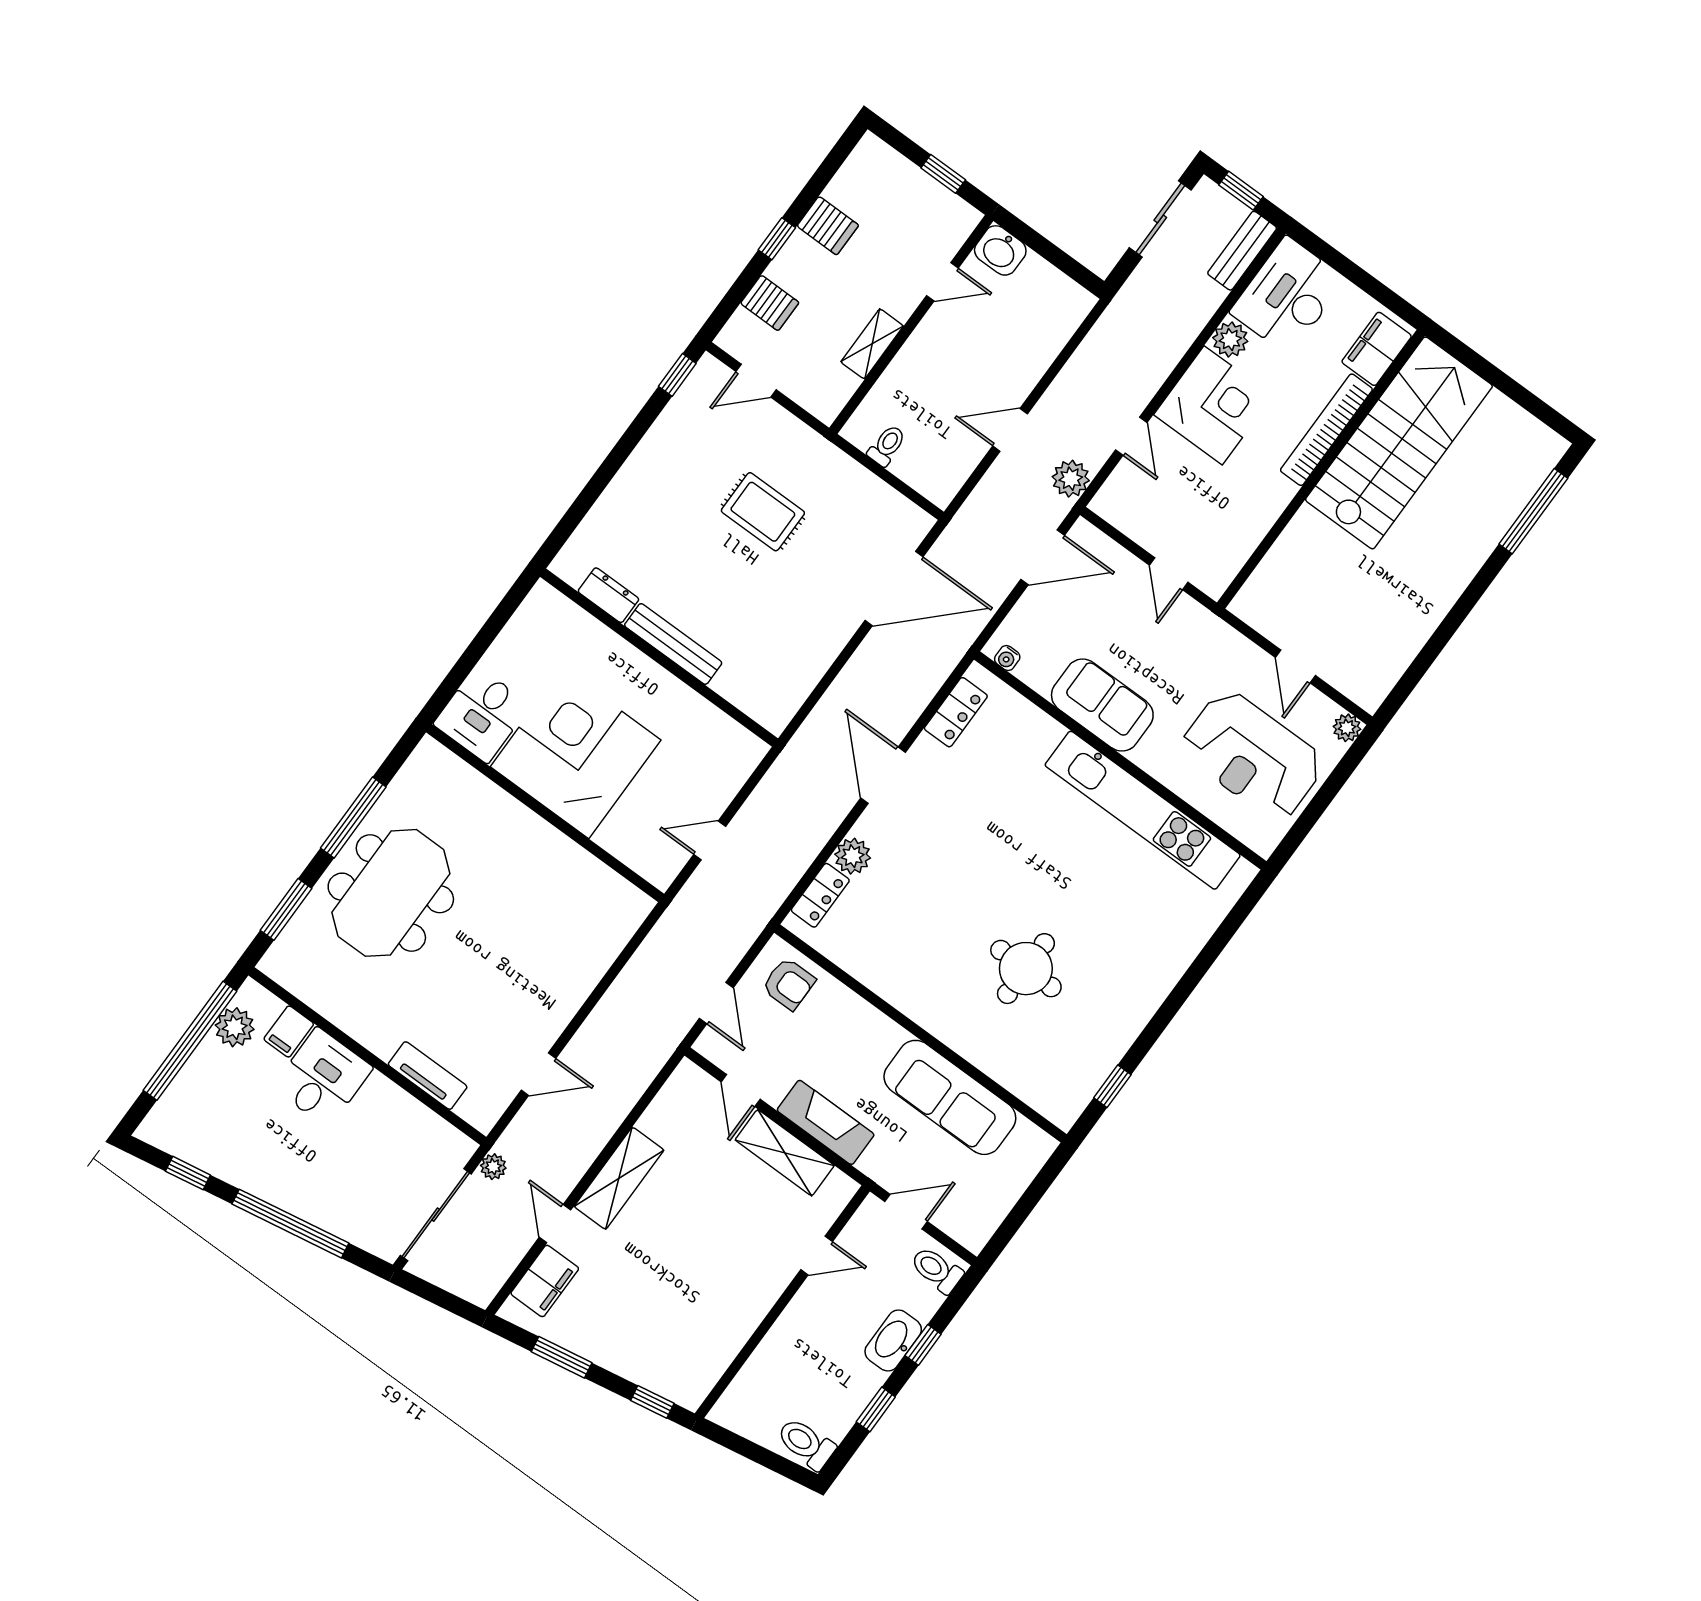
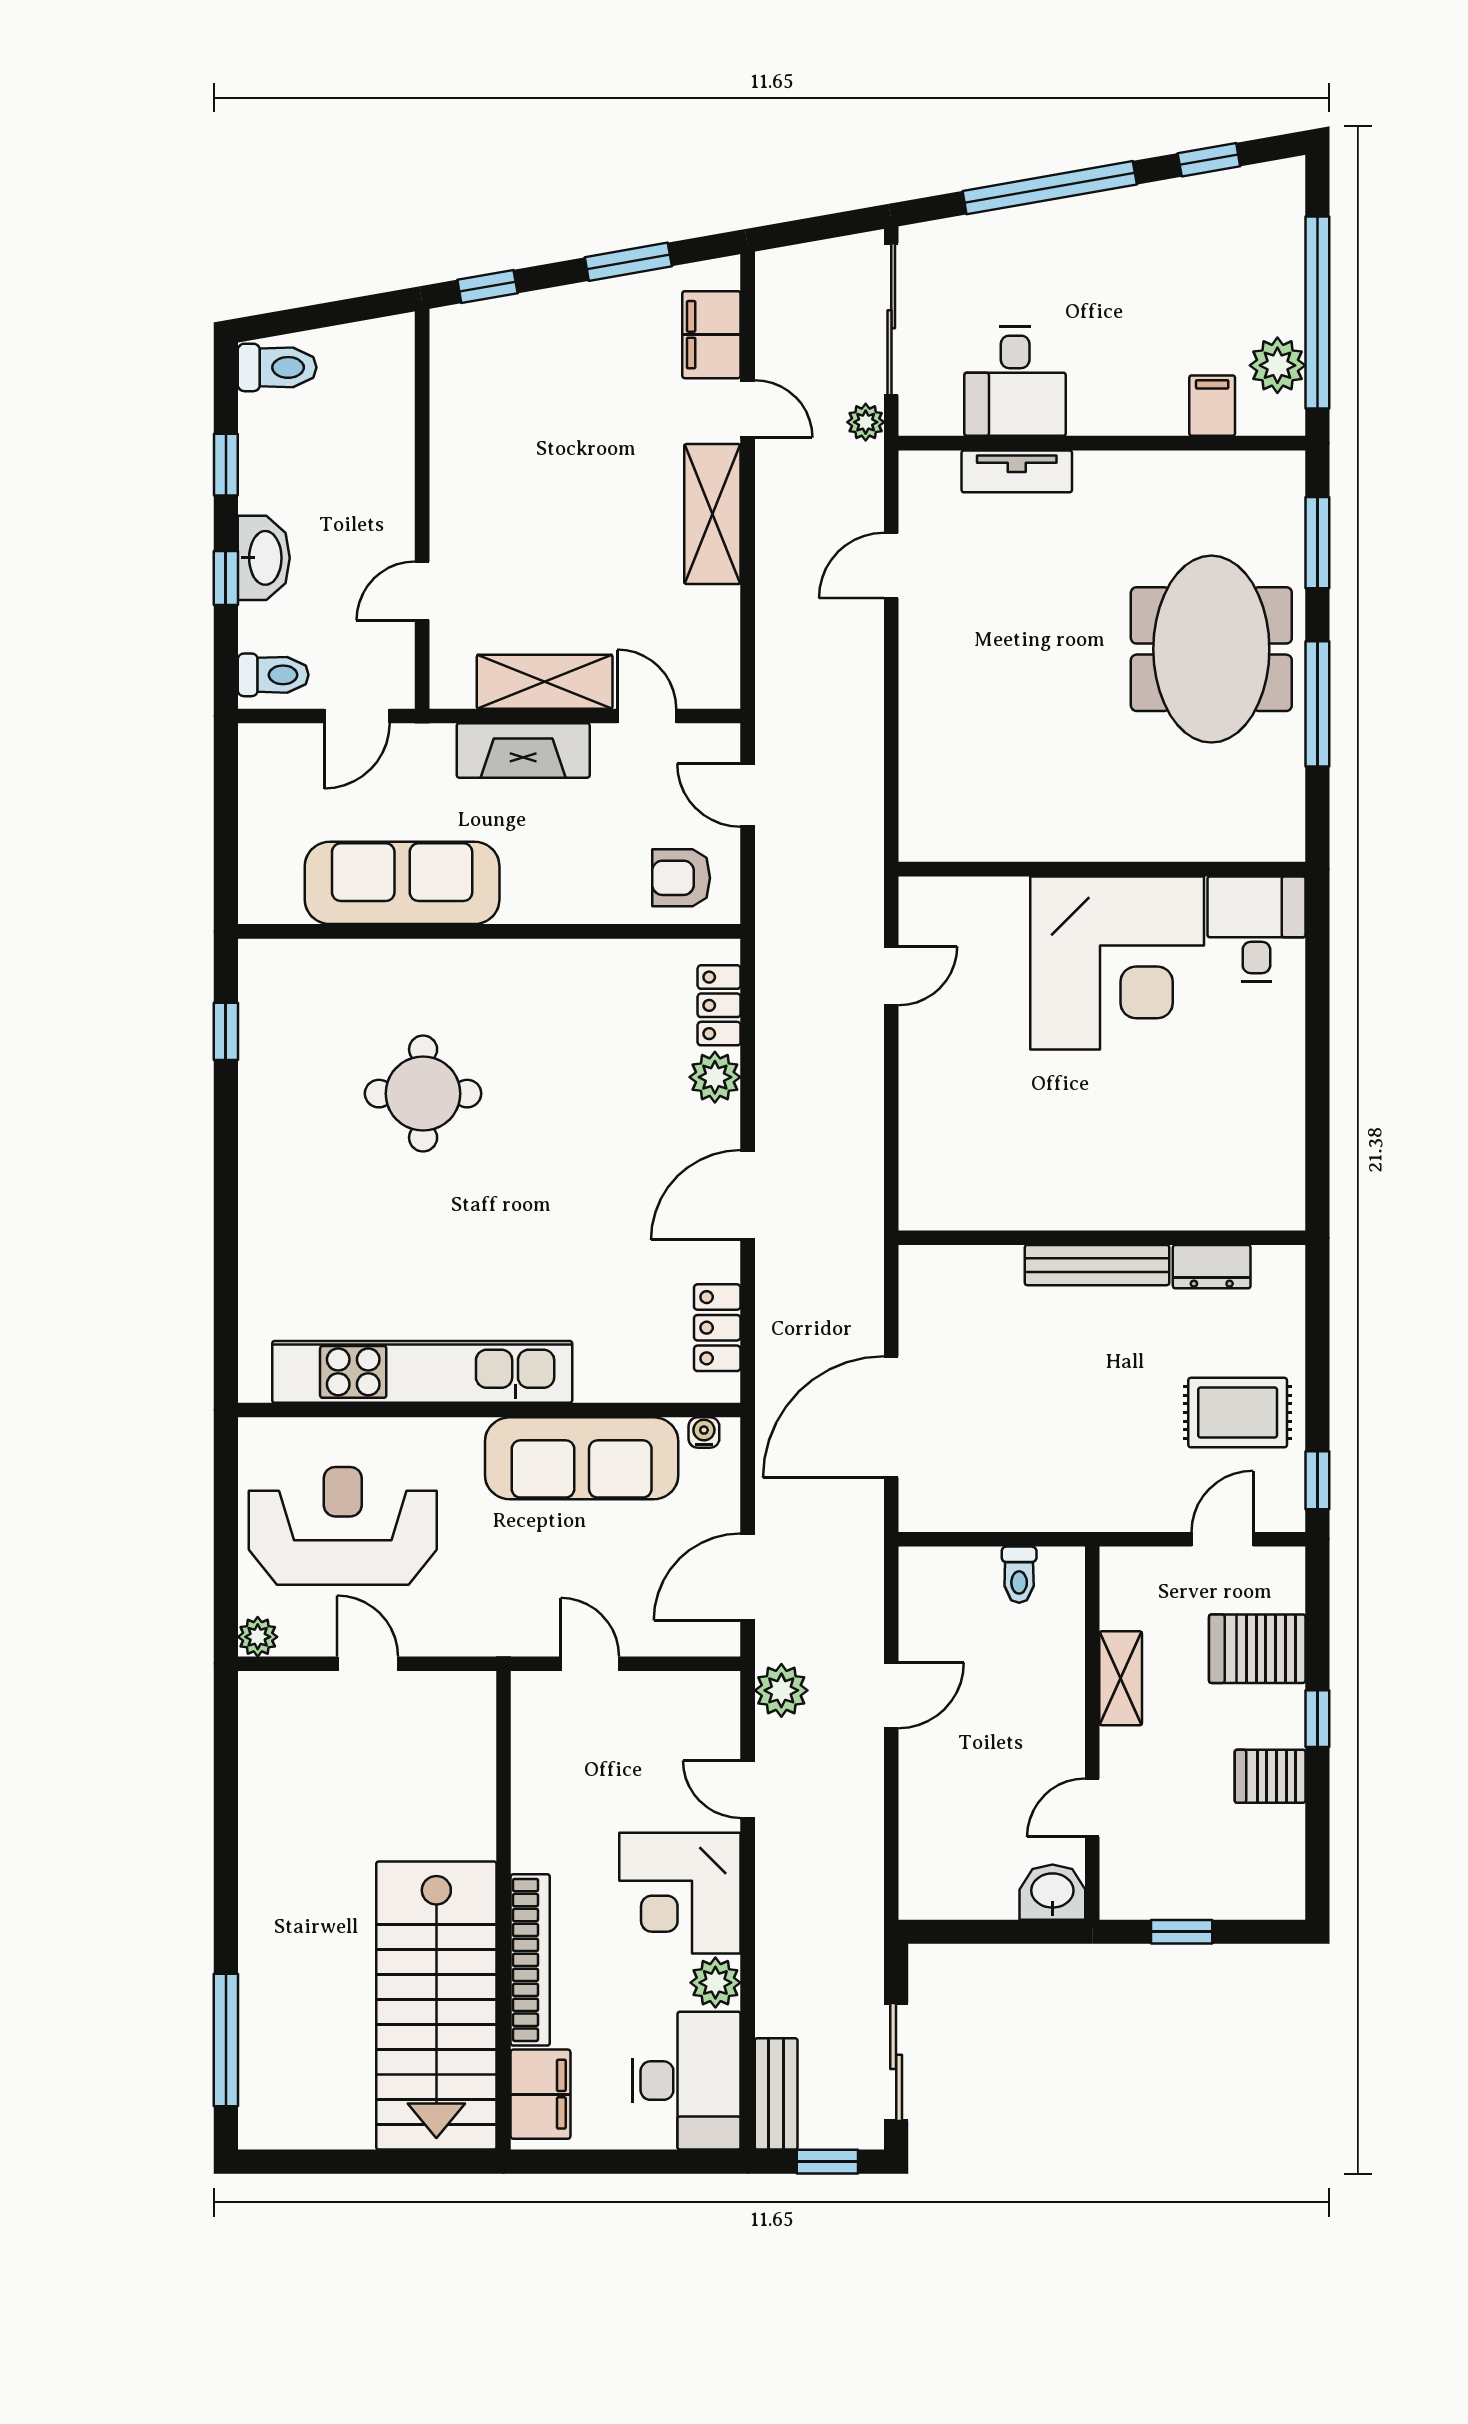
server rack: (770, 303) -> (1257, 1649), width x1.36, depth x1.44
rug: (763, 512) -> (1238, 1413), moved
dresser: (608, 595) -> (1212, 1267), moved
bench: (673, 644) -> (1097, 1265), moved
wall: (659, 658) -> (1102, 1238), moved
sofa: (1102, 705) -> (582, 1458), width x1.36
door: (883, 775) -> (748, 1195), swing flipped
desk: (323, 1078) -> (1015, 381), moved

